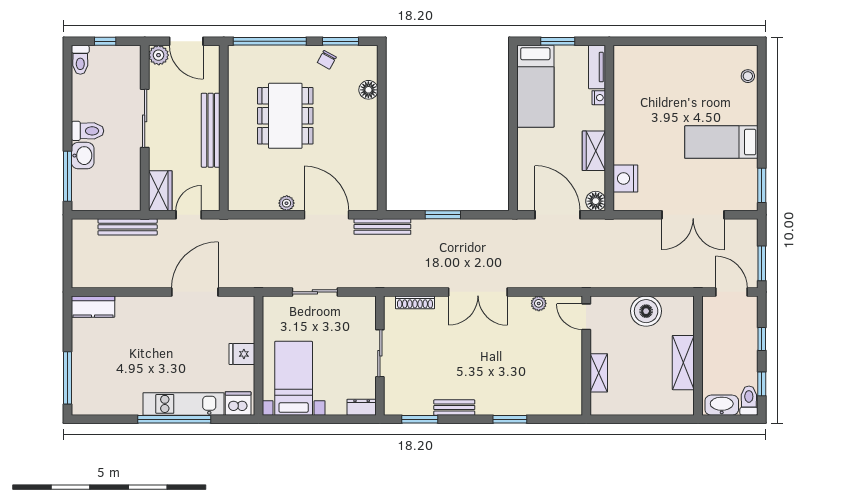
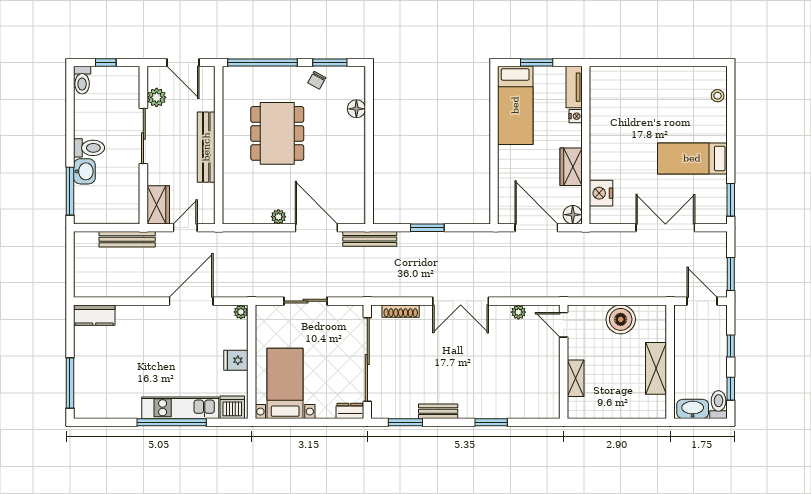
plant: (159, 55) -> (157, 97), moved
double door: (693, 215) -> (665, 228), swing flipped
plant: (247, 303) -> (241, 312), added
sliding door: (380, 353) -> (367, 359), width x1.86

